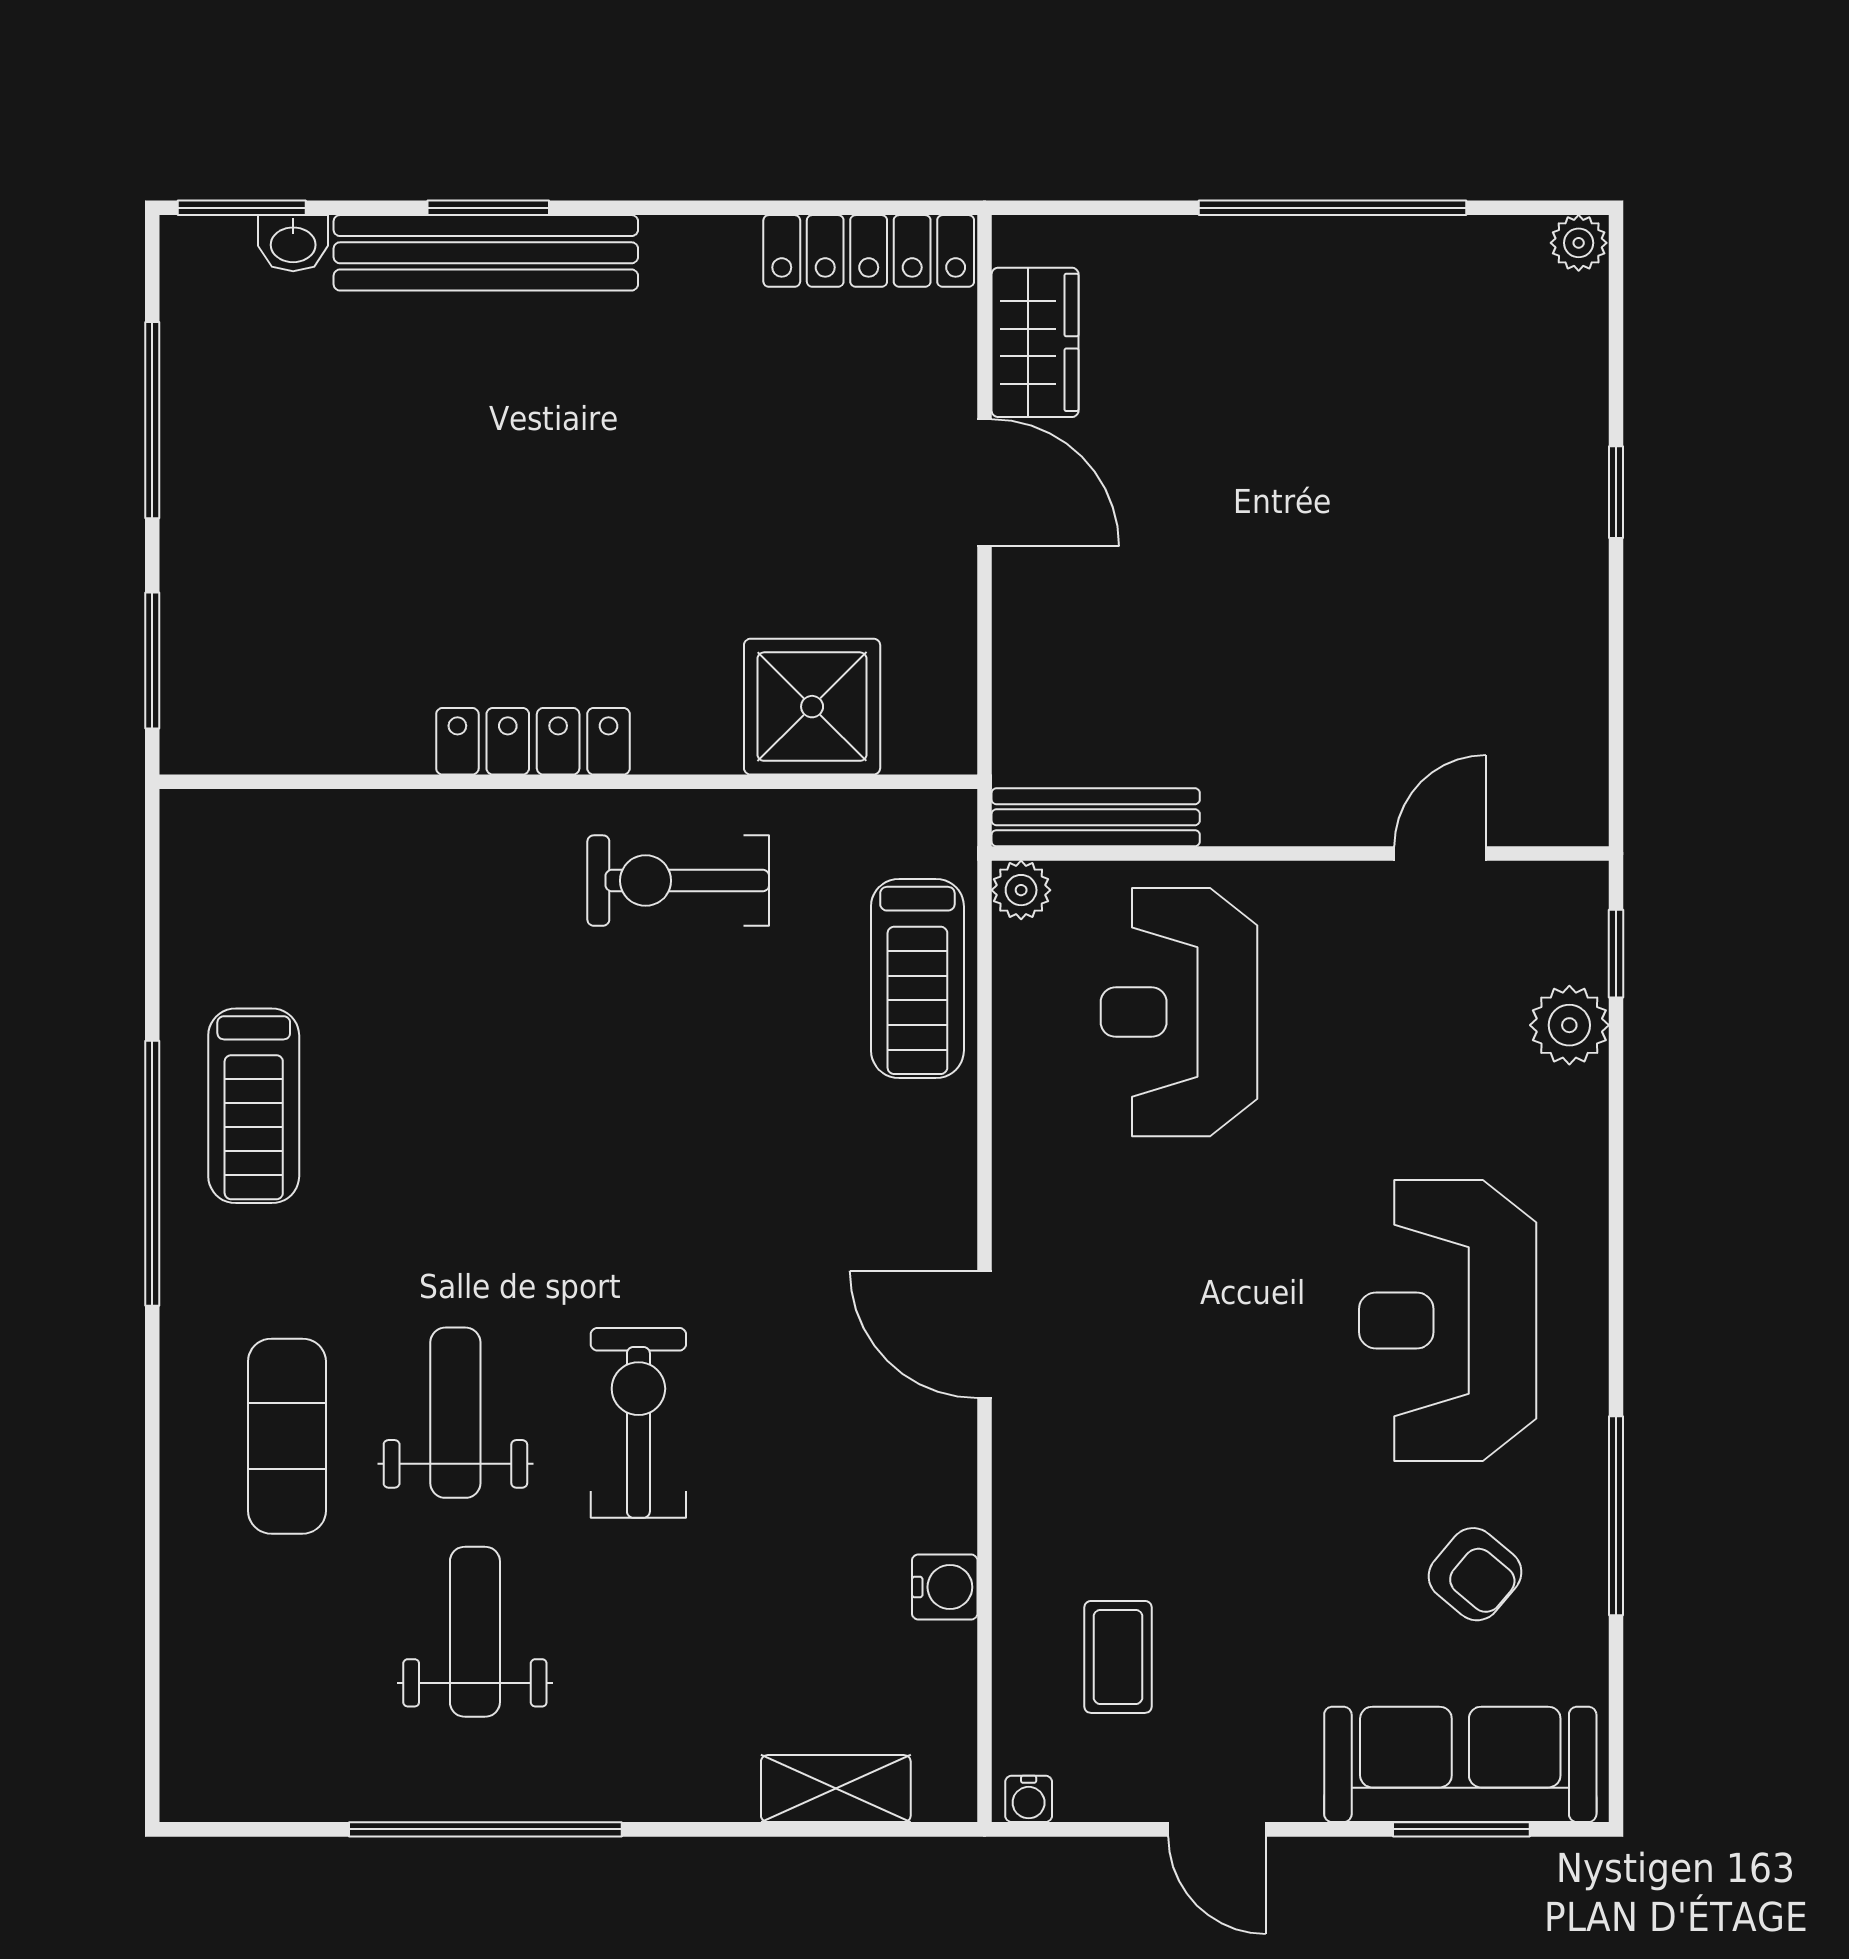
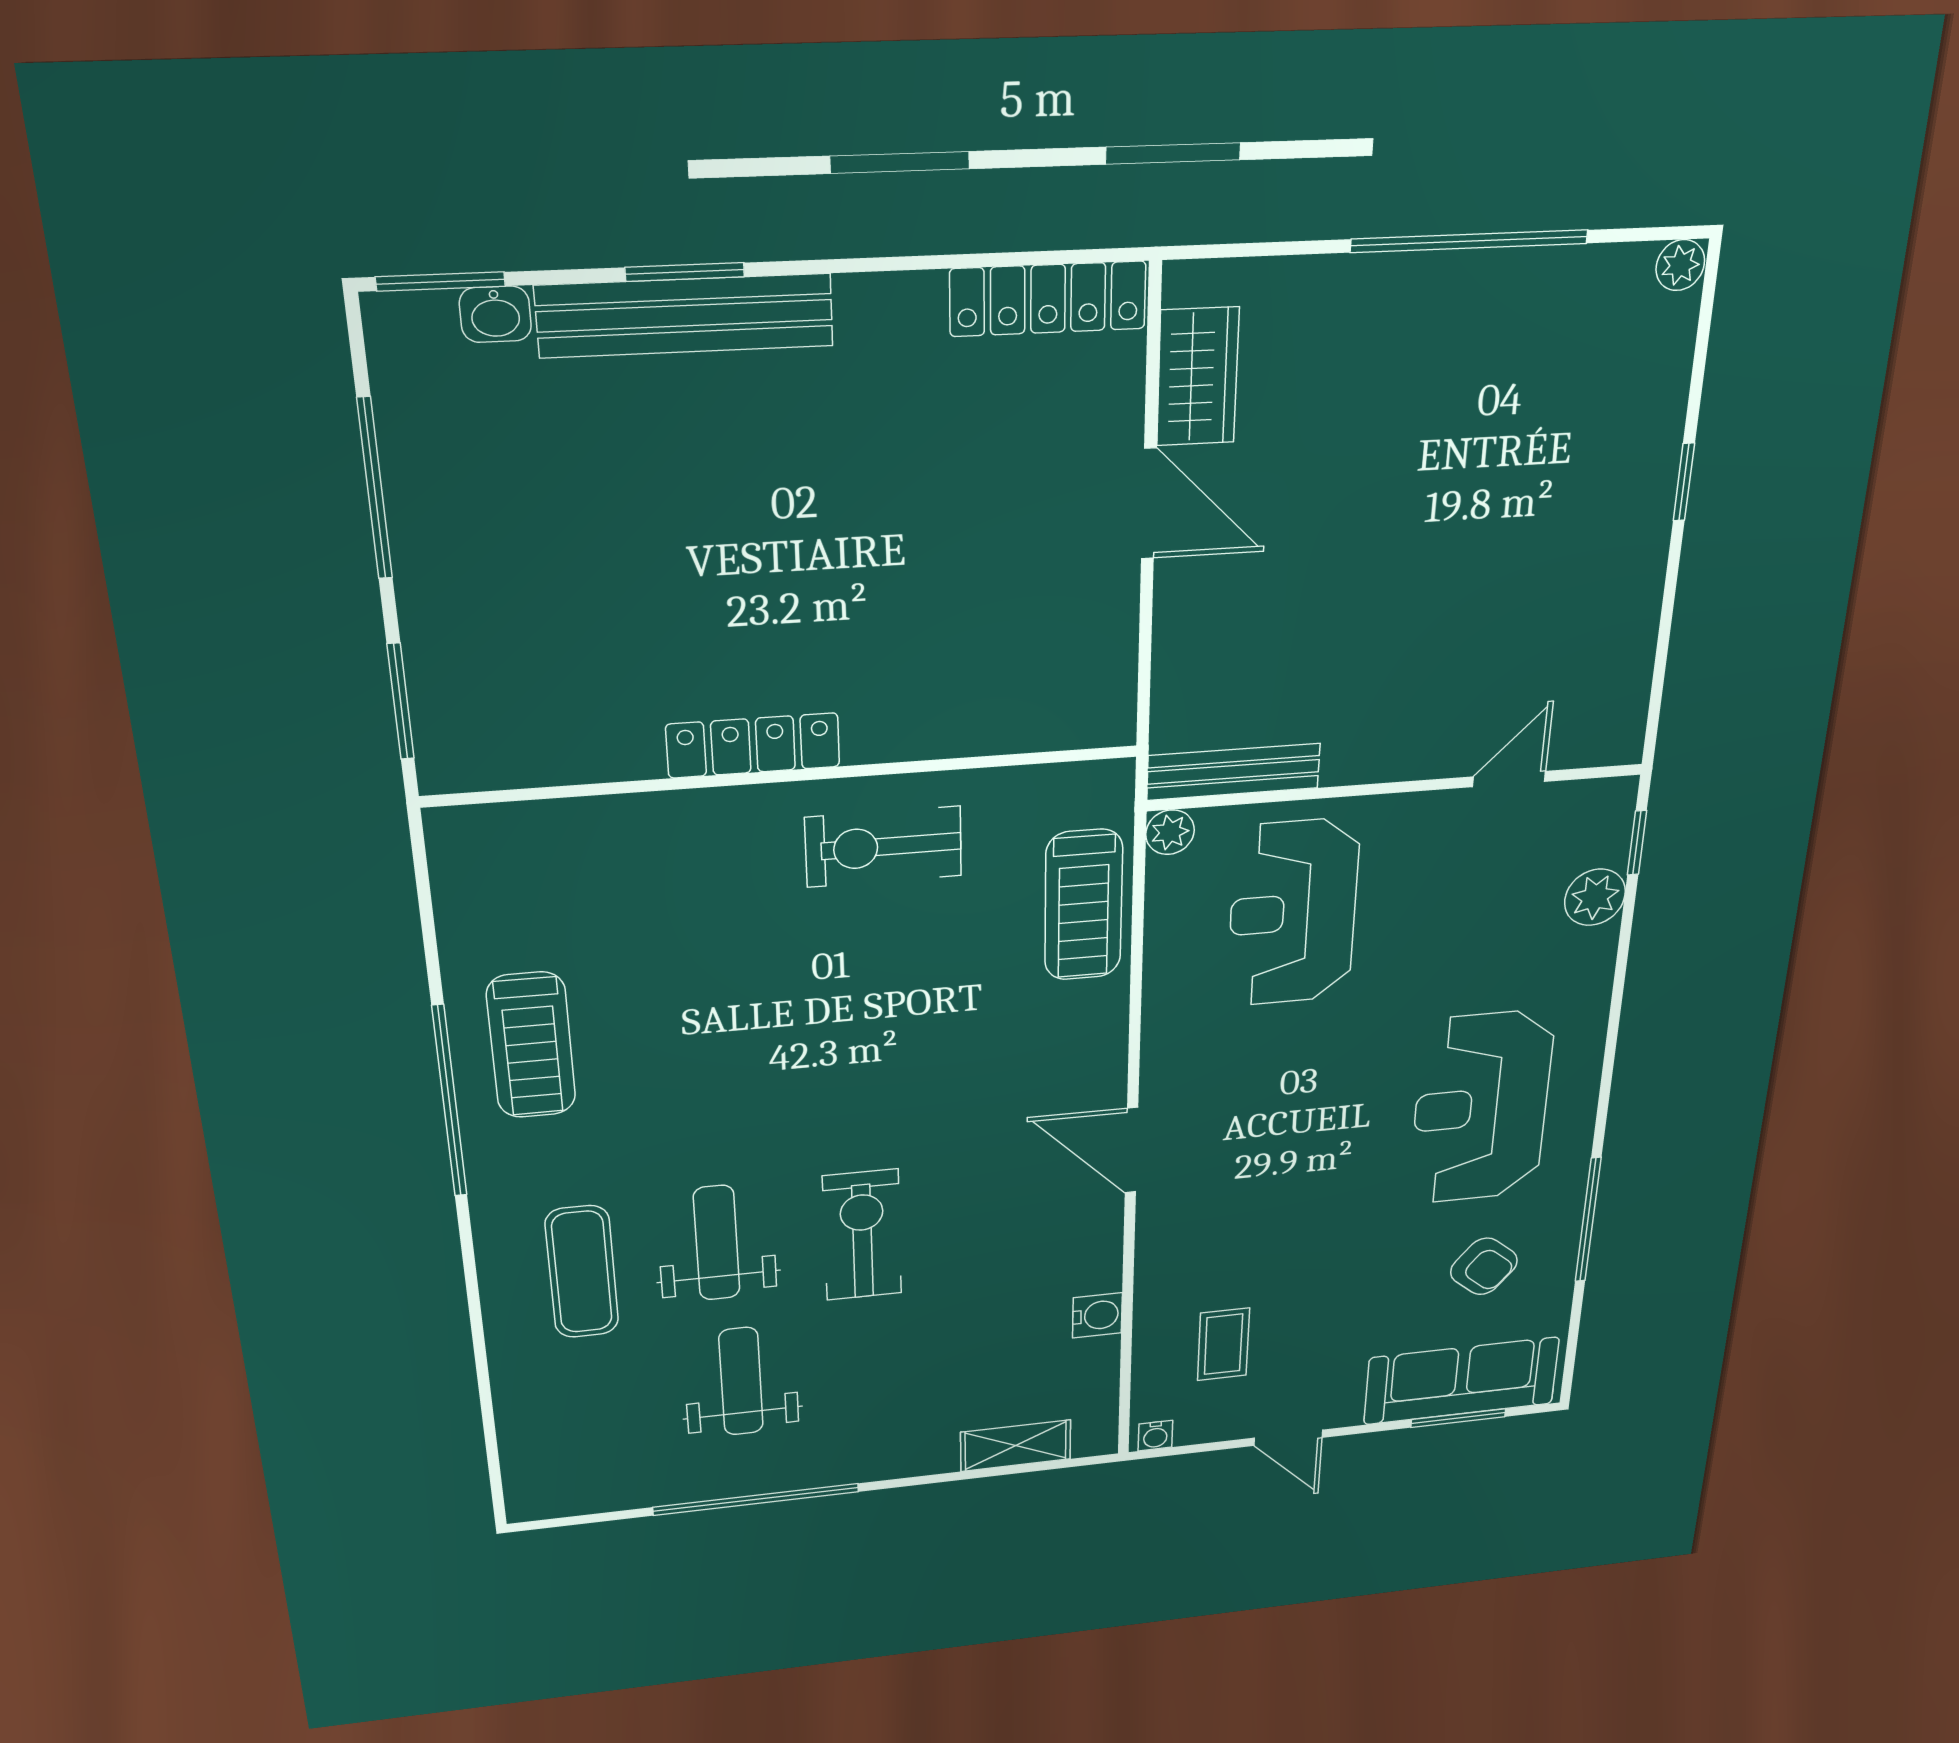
shower: (812, 707) -> (996, 701), removed

